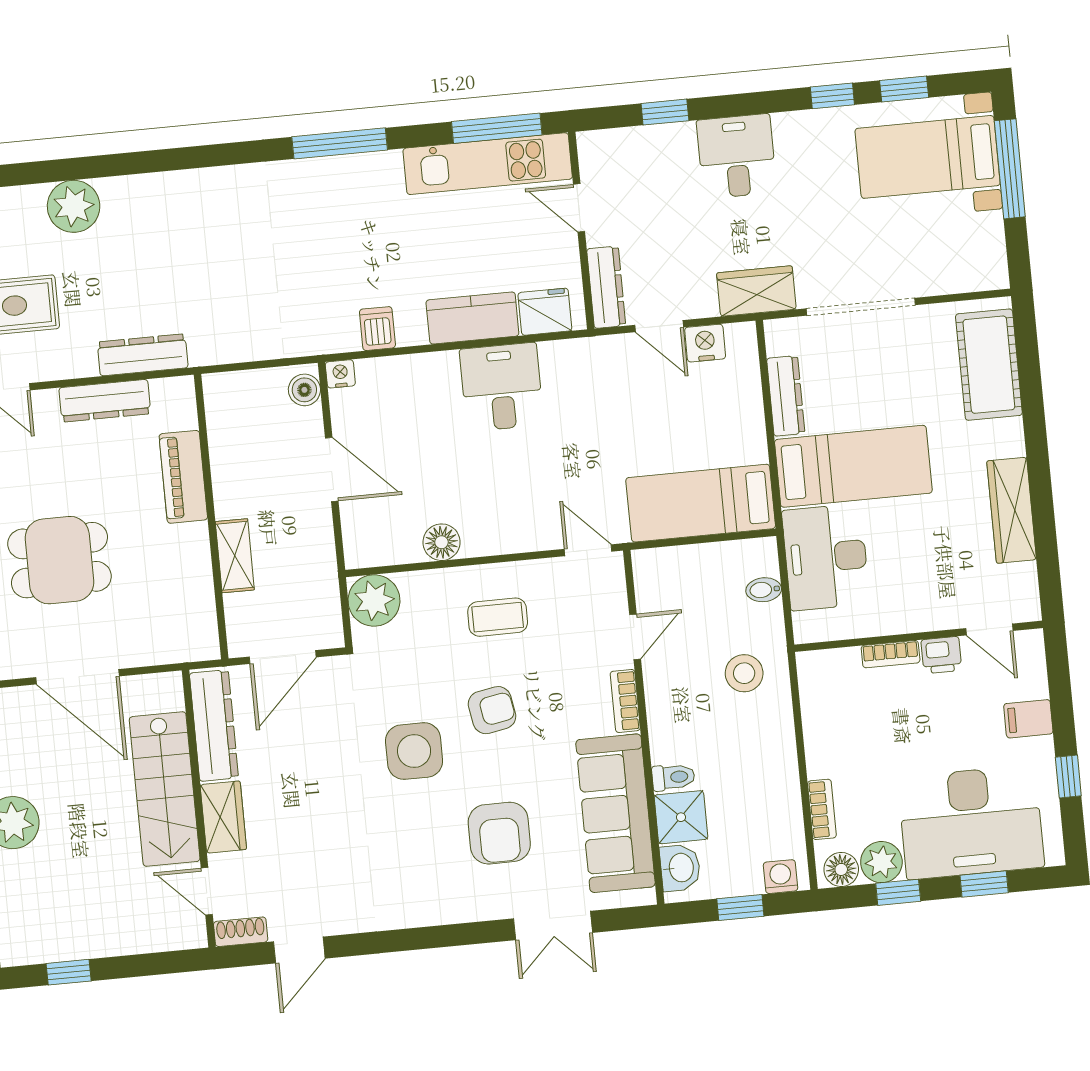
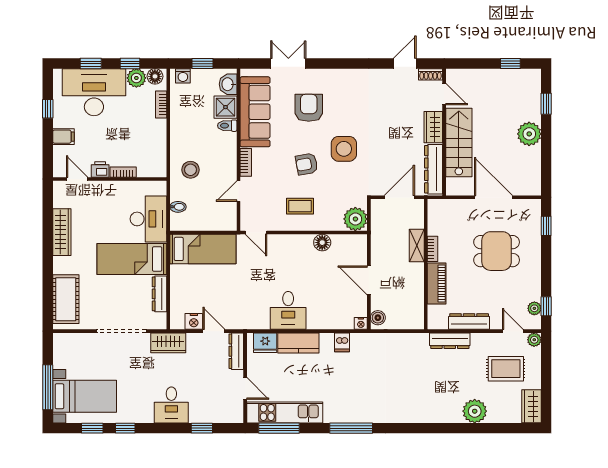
bookcase: (200, 551) -> (433, 249), added

